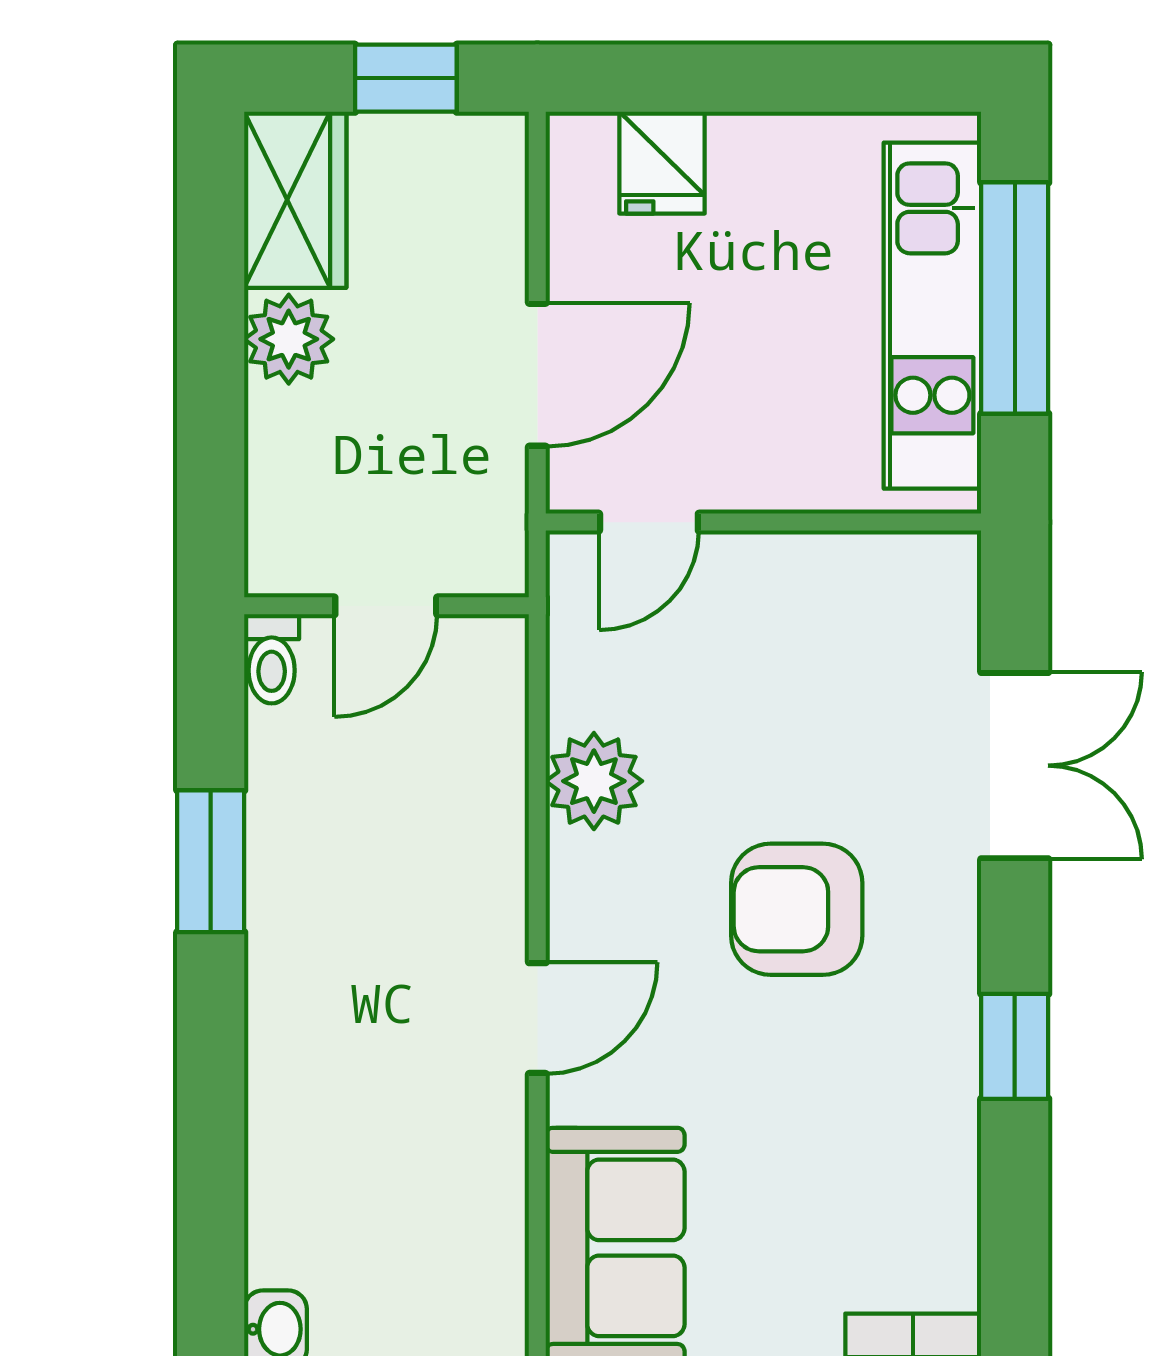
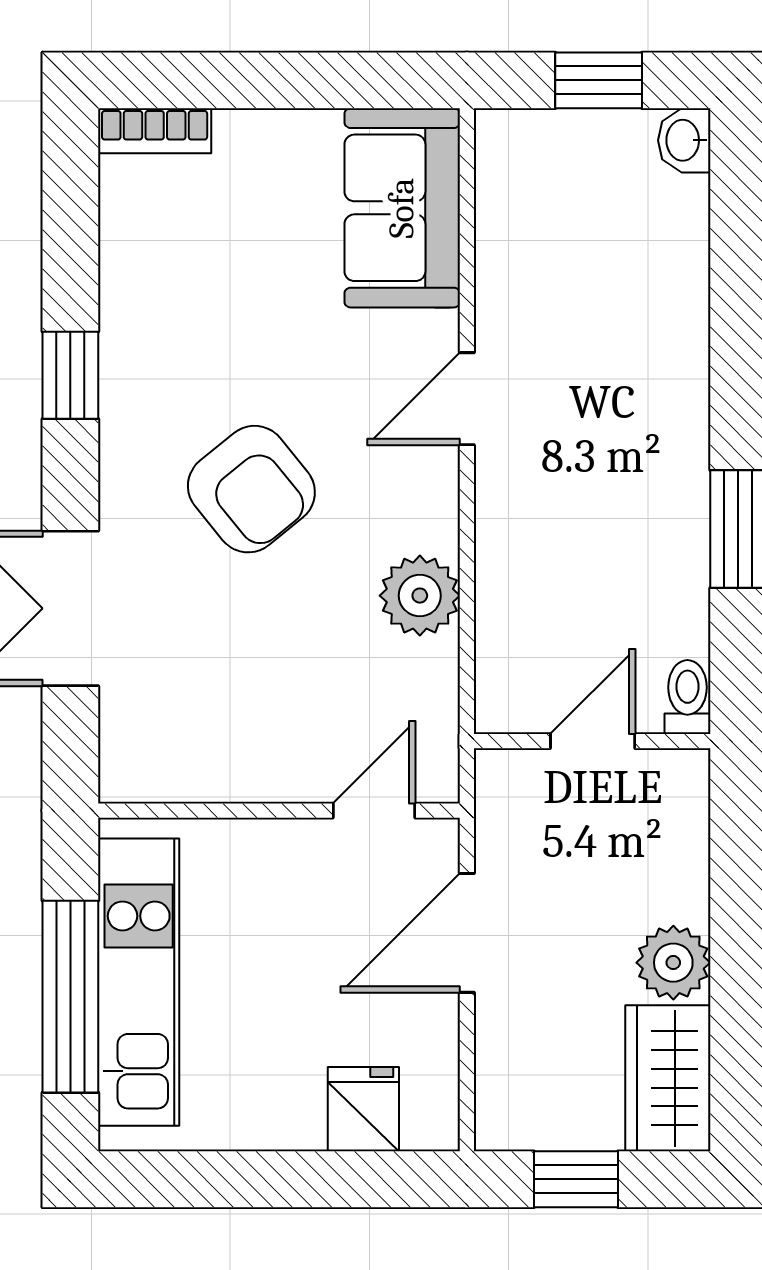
armchair: (797, 909) -> (251, 489), turned 51

